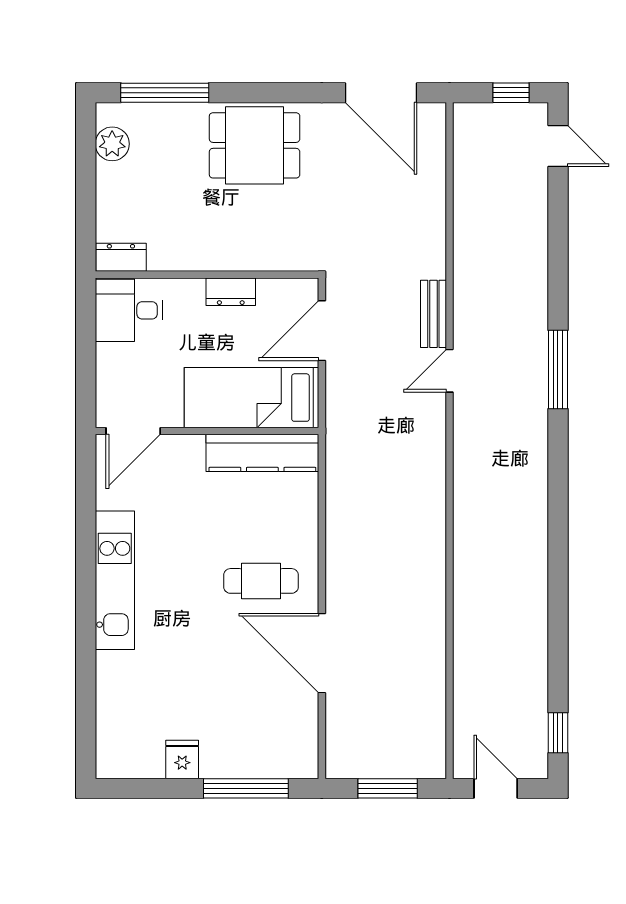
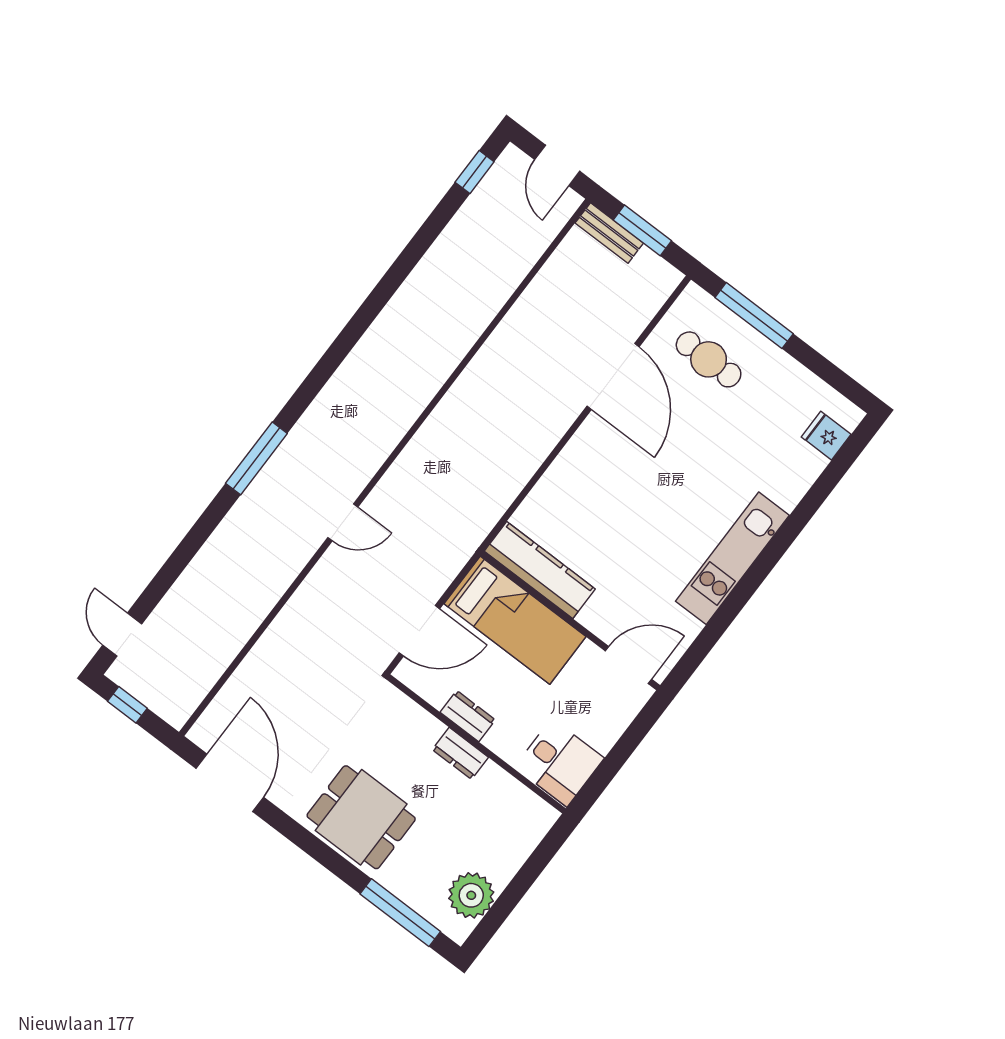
plant: (112, 144) -> (471, 895), width x1.36, depth x1.36
dresser: (121, 257) -> (460, 753), moved
bench: (433, 314) -> (609, 233), moved, turned 90
cafe table: (261, 581) -> (709, 359), moved
fridge: (182, 759) -> (826, 436), moved, turned 90

